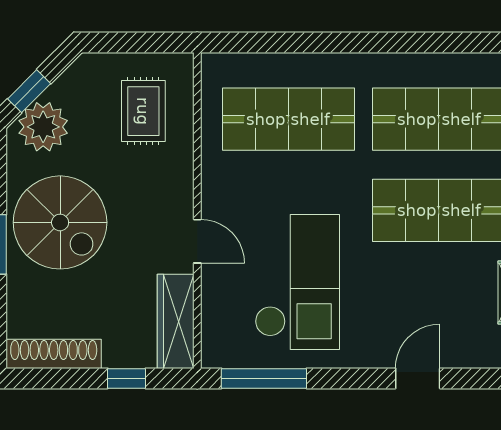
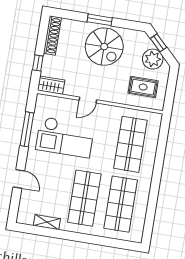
plant: (43, 127) -> (153, 59), moved
spiral stairs: (60, 222) -> (104, 47), turned -90
wardrobe: (176, 321) -> (51, 85), width x0.67
window: (264, 378) -> (27, 129), moved

